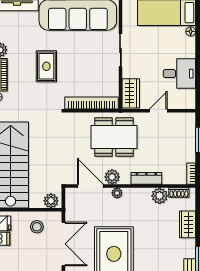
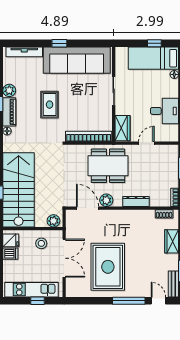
plant: (117, 193) -> (111, 214), removed
plant: (160, 196) -> (147, 217), removed

